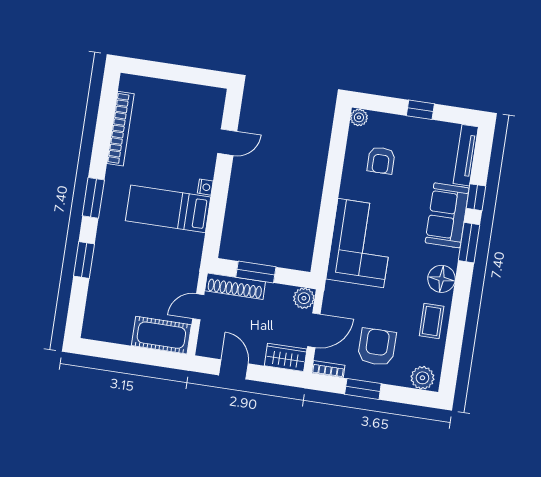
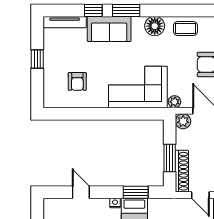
plant: (359, 117) -> (174, 102), moved
armchair: (381, 160) -> (77, 81), turned 90
window: (216, 218) -> (136, 192), added

